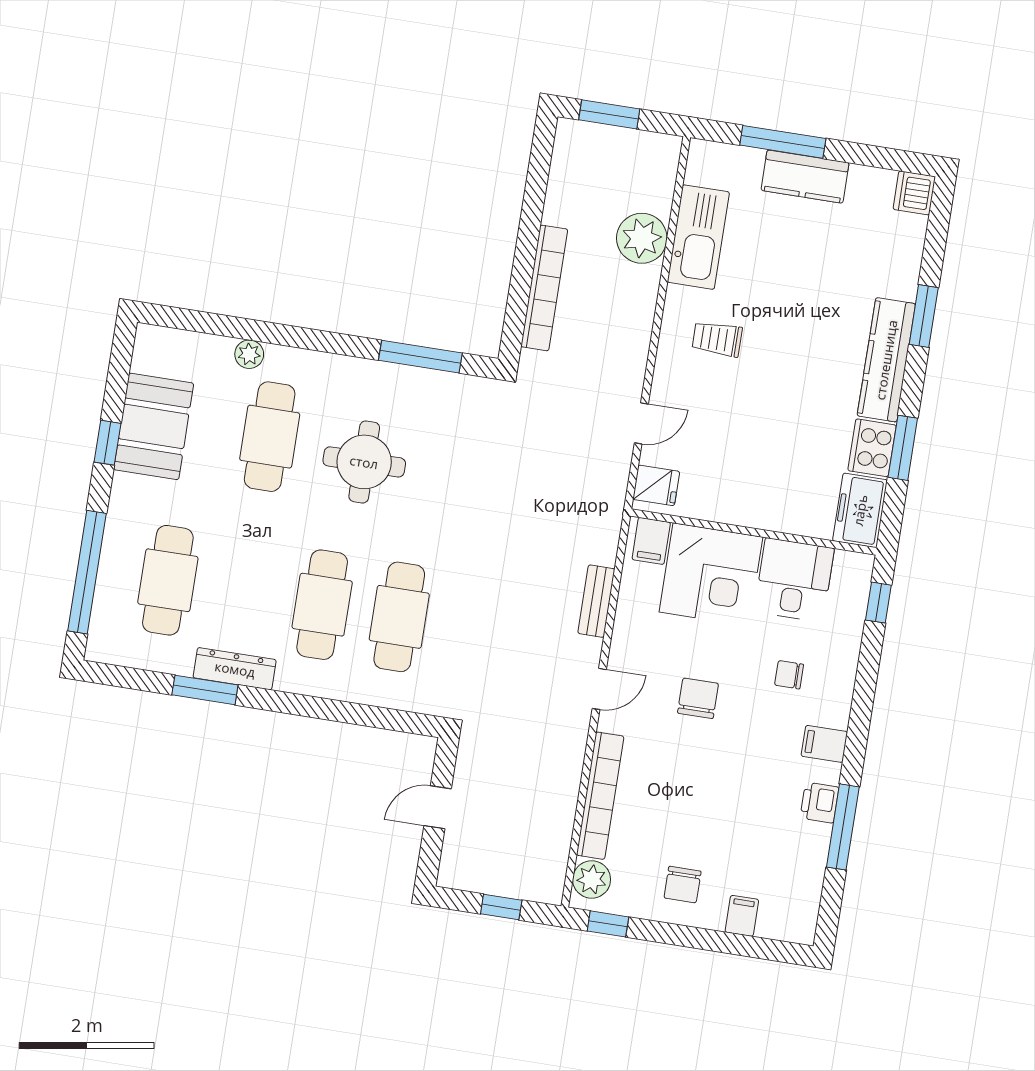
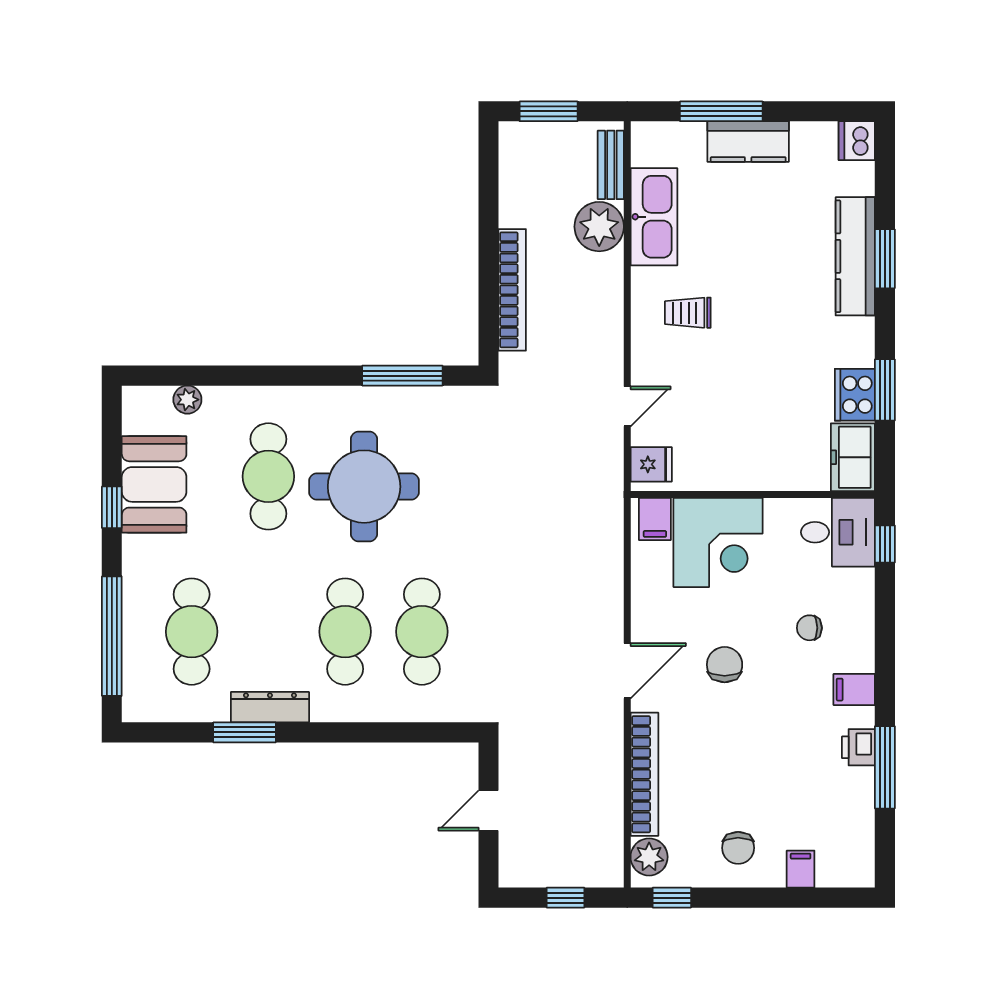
plant: (249, 354) -> (187, 400), moved
kitchen counter: (886, 360) -> (855, 256), moved
round table: (364, 462) -> (364, 487), width x1.36, depth x1.36
desk: (794, 580) -> (838, 532), moved, turned 90
bench: (596, 601) -> (611, 165), moved
door: (599, 689) -> (627, 671), width x1.38

